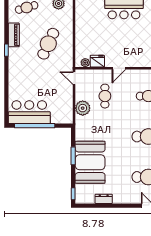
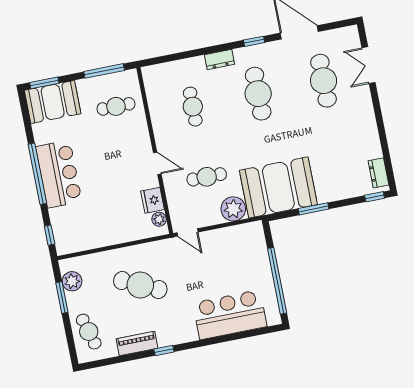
door: (74, 78) -> (188, 232), hinge flipped
bar counter: (29, 112) -> (230, 315), moved, turned 90
booth: (90, 162) -> (278, 187), moved
dresser: (104, 199) -> (378, 173), moved

